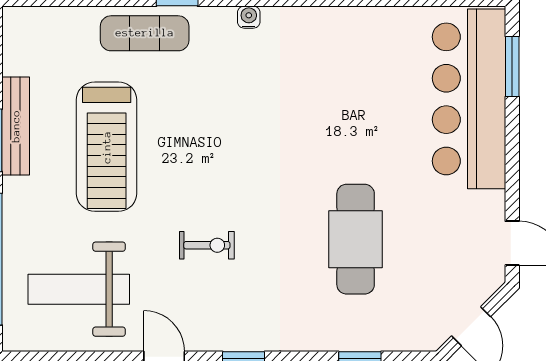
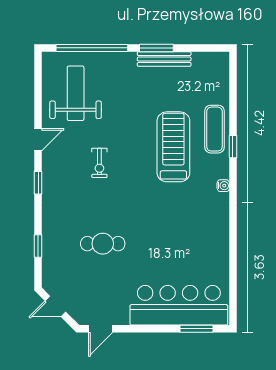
treadmill: (107, 147) -> (173, 147), moved, turned 90
cafe table: (356, 239) -> (103, 244), width x0.73, depth x0.74

